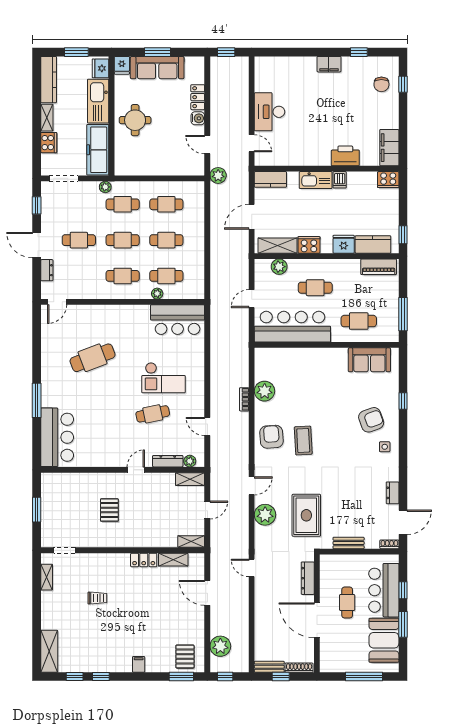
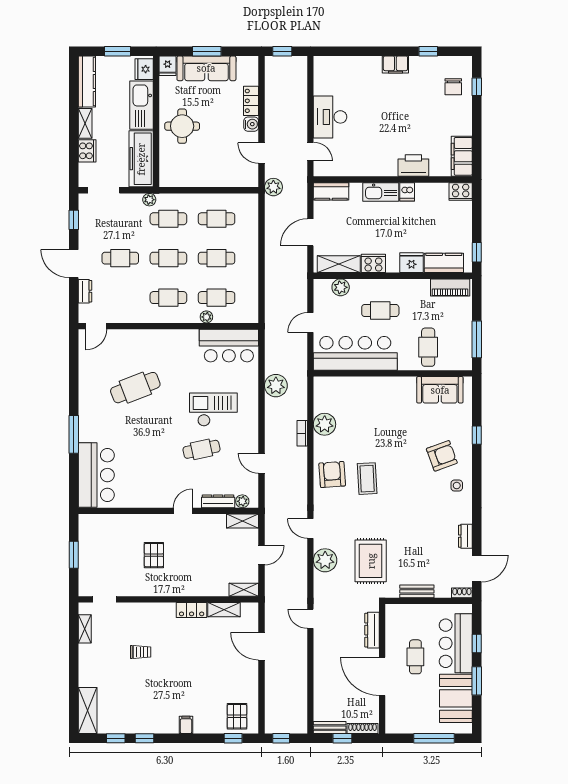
cafe table: (359, 321) -> (428, 347), turned 90
checkout: (164, 378) -> (213, 410), turned 180
door: (252, 486) -> (310, 529), swing flipped
plant: (220, 646) -> (276, 386), moved
window: (181, 677) -> (233, 738), width x0.67

